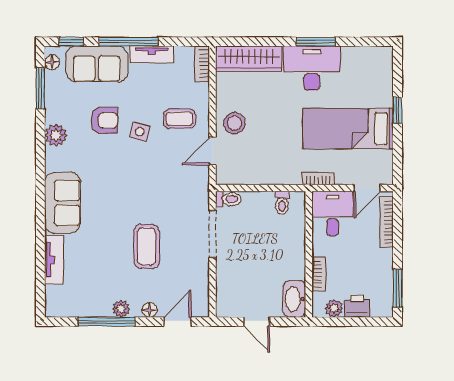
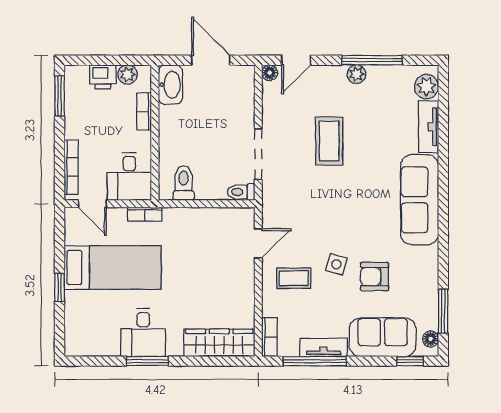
window: (129, 42) -> (315, 361), moved
desk: (312, 68) -> (143, 333), width x0.73
stool: (234, 123) -> (235, 273), removed
plant: (56, 135) -> (426, 87), moved
door: (367, 188) -> (92, 204), swing flipped
sofa: (62, 203) -> (419, 200), width x1.36
toilet: (282, 203) -> (184, 183), width x1.37, depth x1.39
floor lamp: (150, 310) -> (270, 73), moved
door: (257, 322) -> (211, 60), width x1.38

